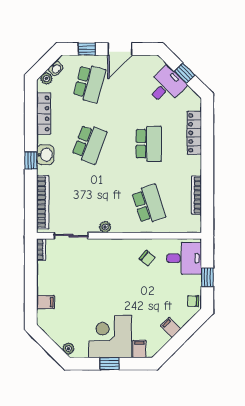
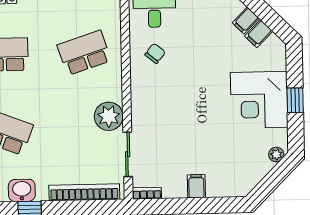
plant: (105, 227) -> (109, 116), width x1.88, depth x1.88
filing cabinet: (46, 302) -> (196, 186), moved
filing cabinet: (139, 349) -> (259, 34), moved, turned -45

